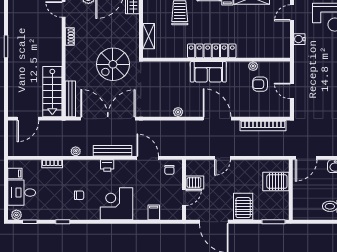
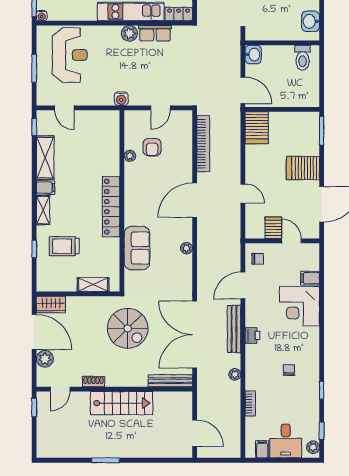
water cooler: (299, 39) -> (121, 99), moved
sofa: (208, 72) -> (137, 248), moved
stairs: (52, 92) -> (122, 403), moved
server rack: (276, 182) -> (257, 128), moved
corner desk: (117, 204) -> (299, 306), moved

